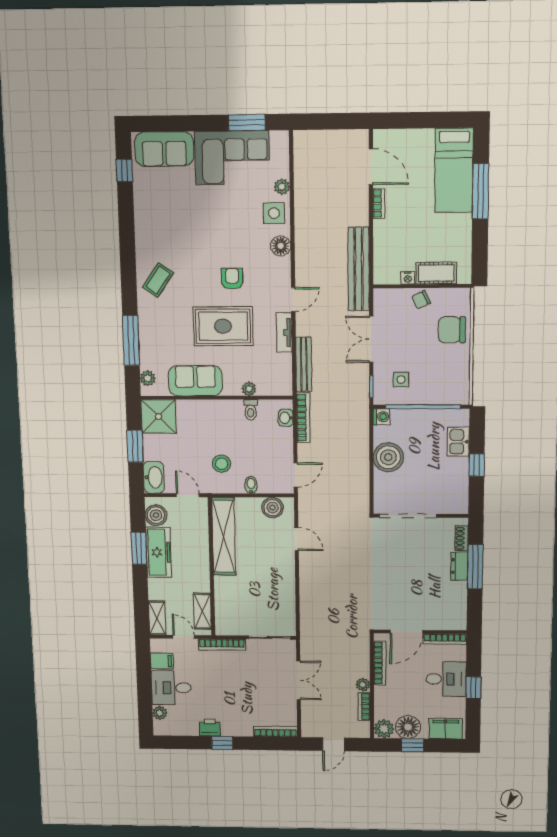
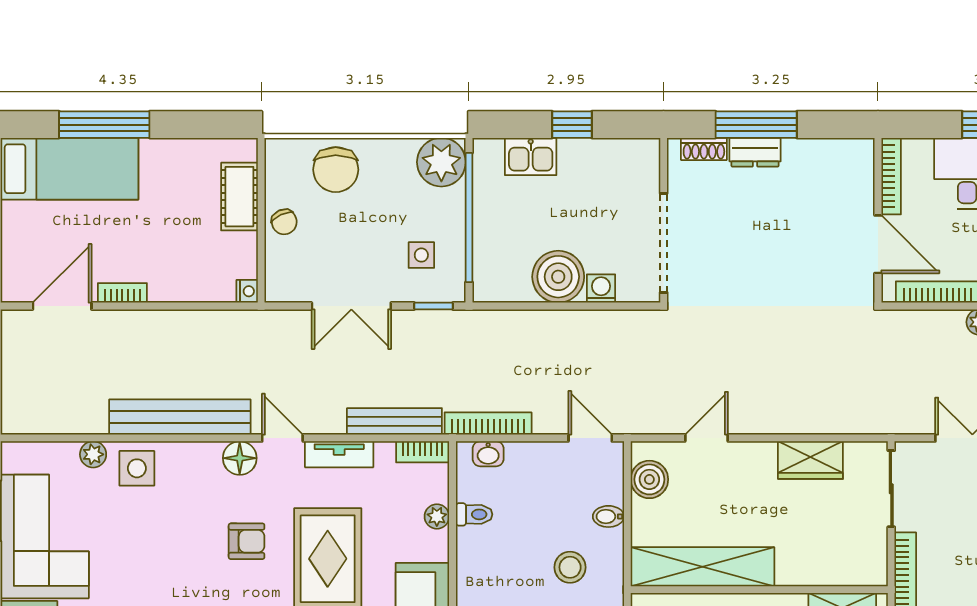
floor lamp: (281, 246) -> (240, 458), moved
bench: (359, 269) -> (180, 417), moved
nightstand: (408, 278) -> (247, 291), moved
armchair: (232, 279) -> (247, 541), turned 180
bookcase: (286, 381) -> (423, 452), added
plant: (456, 391) -> (441, 162), added
washing machine: (382, 417) -> (601, 289), moved
wardrobe: (285, 595) -> (810, 460), added

